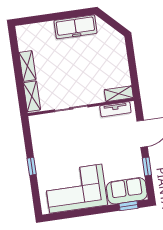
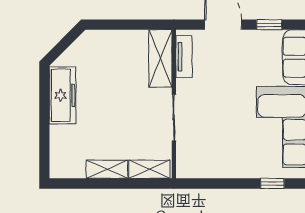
shelving: (119, 94) -> (160, 59), width x1.50, depth x1.33
window: (32, 166) -> (272, 183), moved

